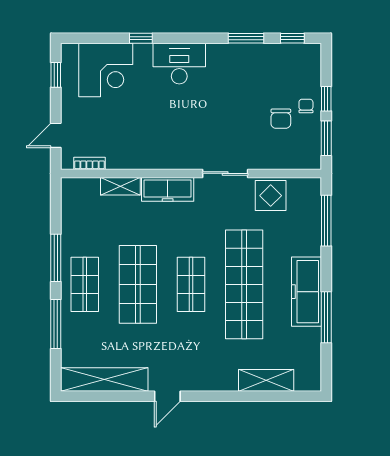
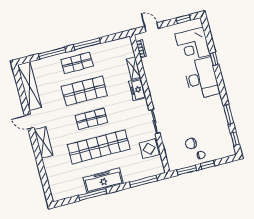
desk: (179, 64) -> (202, 78), width x1.36, depth x1.30
freezer: (168, 189) -> (137, 90), width x0.71
shelving: (266, 380) -> (44, 142), moved

